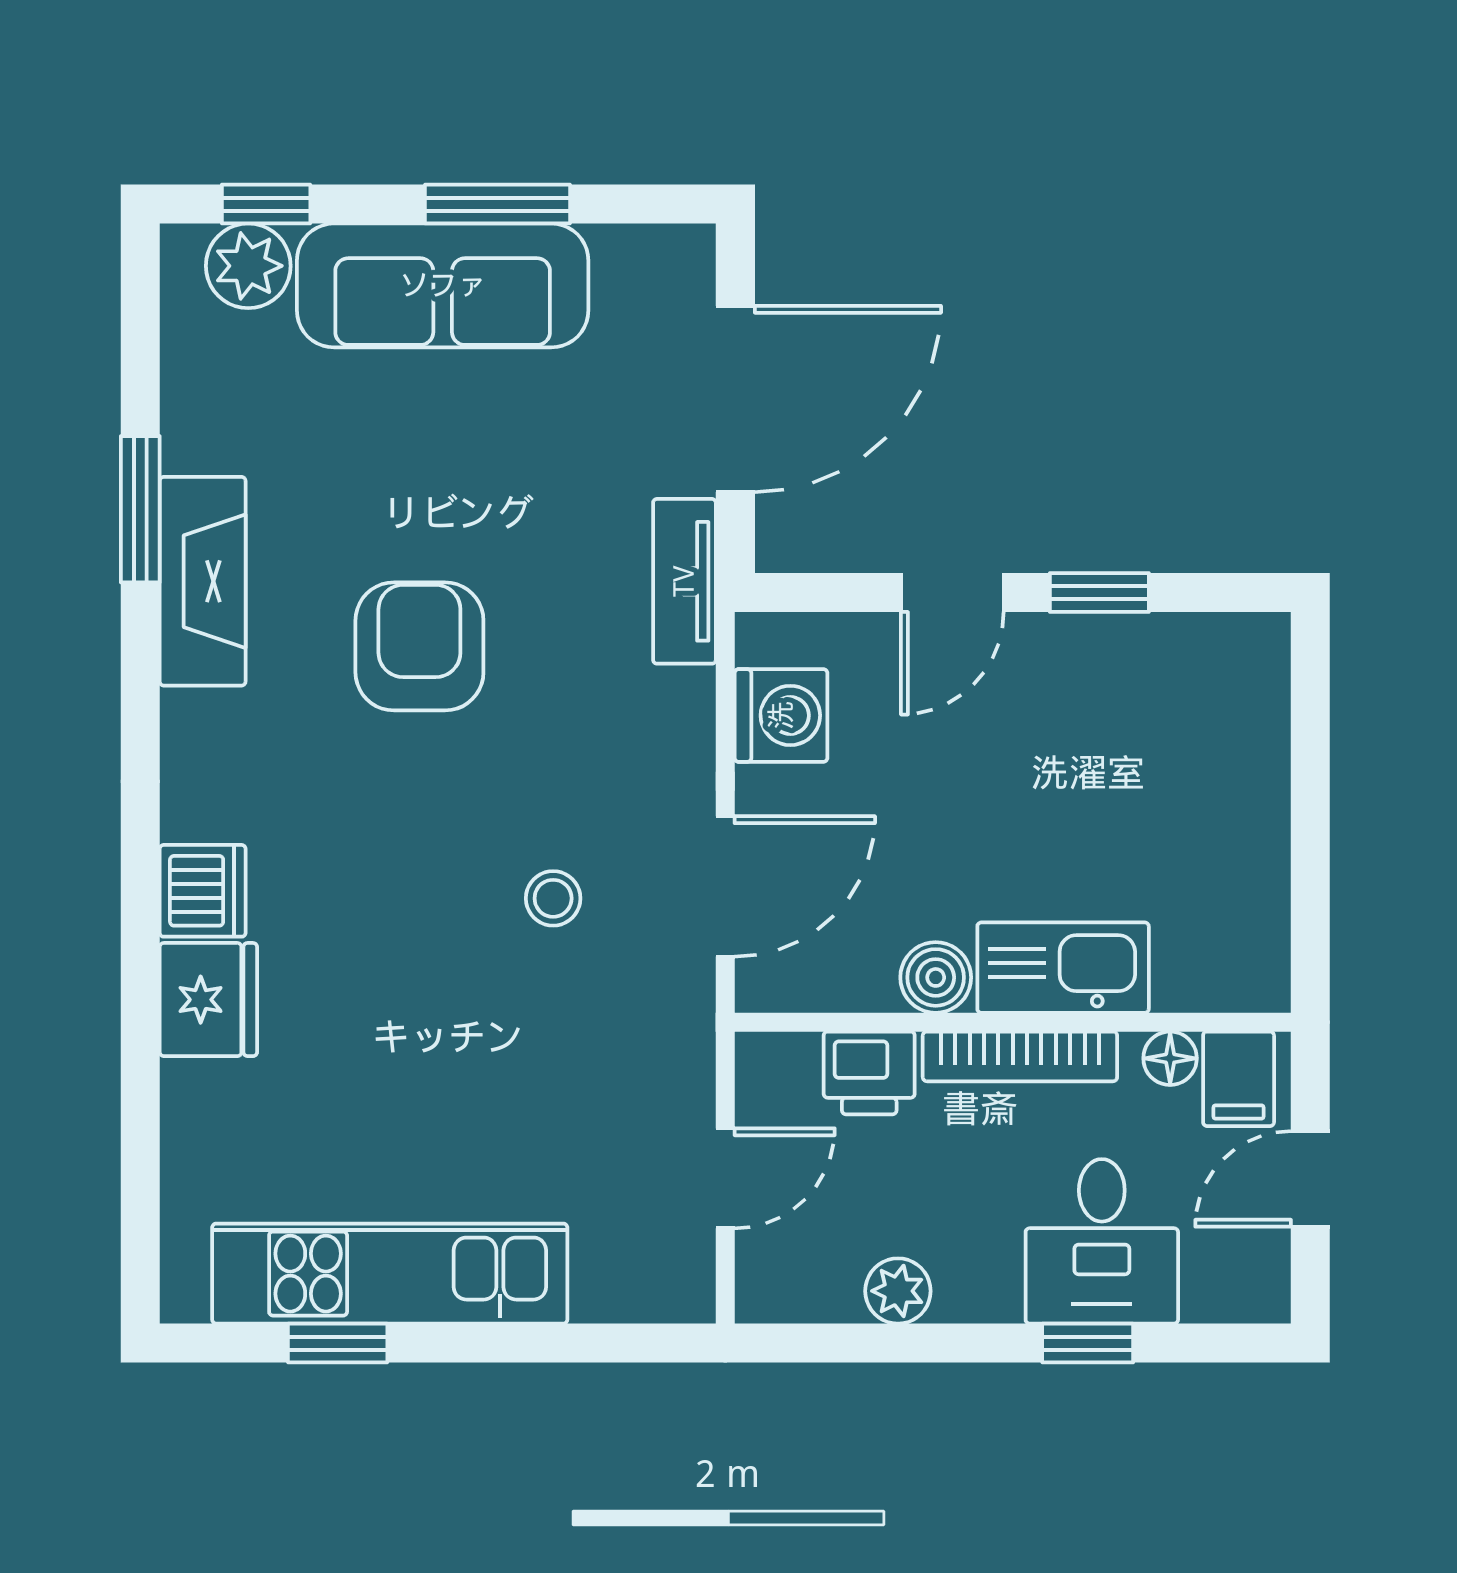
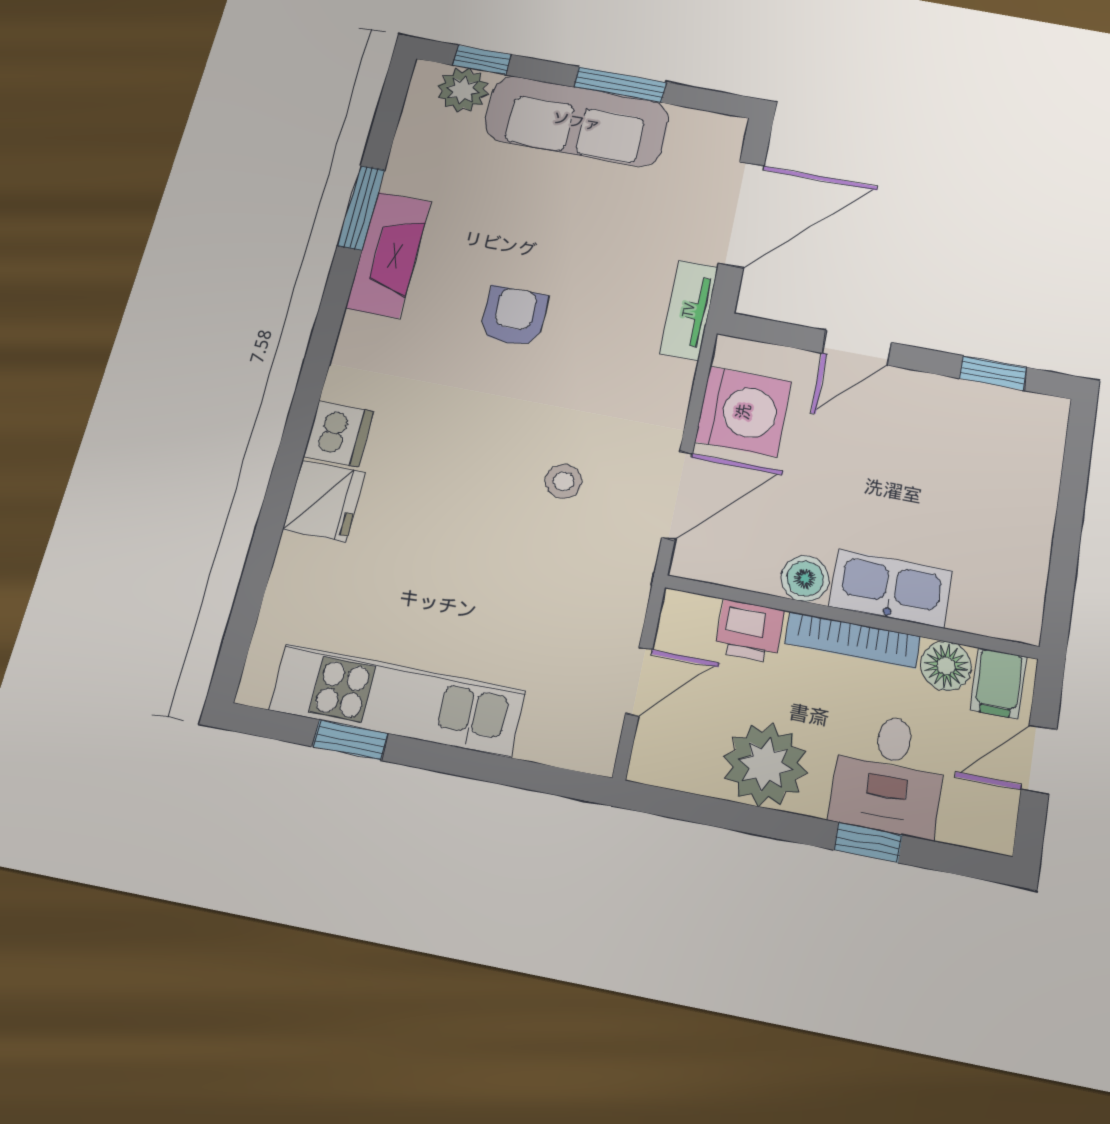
window: (1099, 593) -> (993, 373), moved
armchair: (419, 646) -> (514, 316), width x0.72, depth x0.72
washing machine: (781, 715) -> (743, 411), width x1.37, depth x1.37
floor lamp: (1170, 1058) -> (946, 666), width x1.37, depth x1.37
plant: (898, 1291) -> (766, 765), width x1.87, depth x1.87

